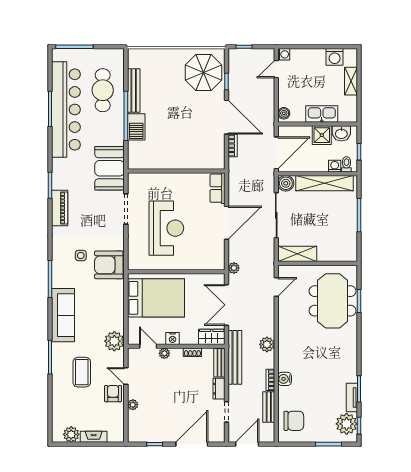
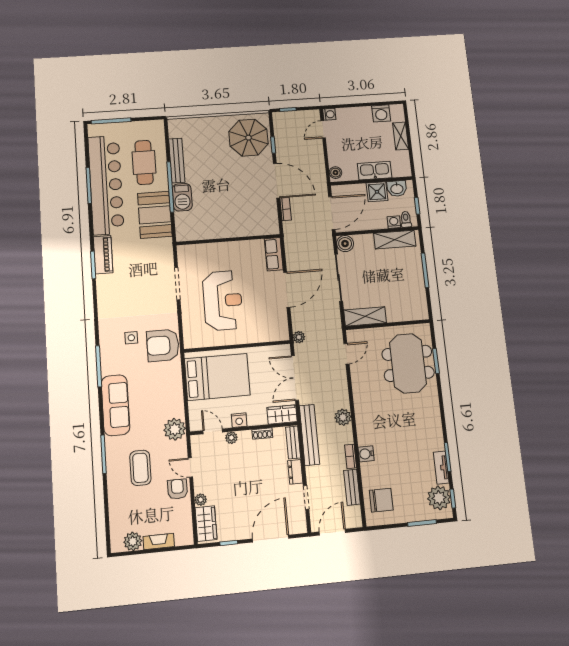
booth: (110, 168) -> (155, 215), moved
shelving: (324, 183) -> (395, 240), width x0.68
piano: (60, 208) -> (103, 255), moved
wardrobe: (136, 426) -> (206, 524), added

